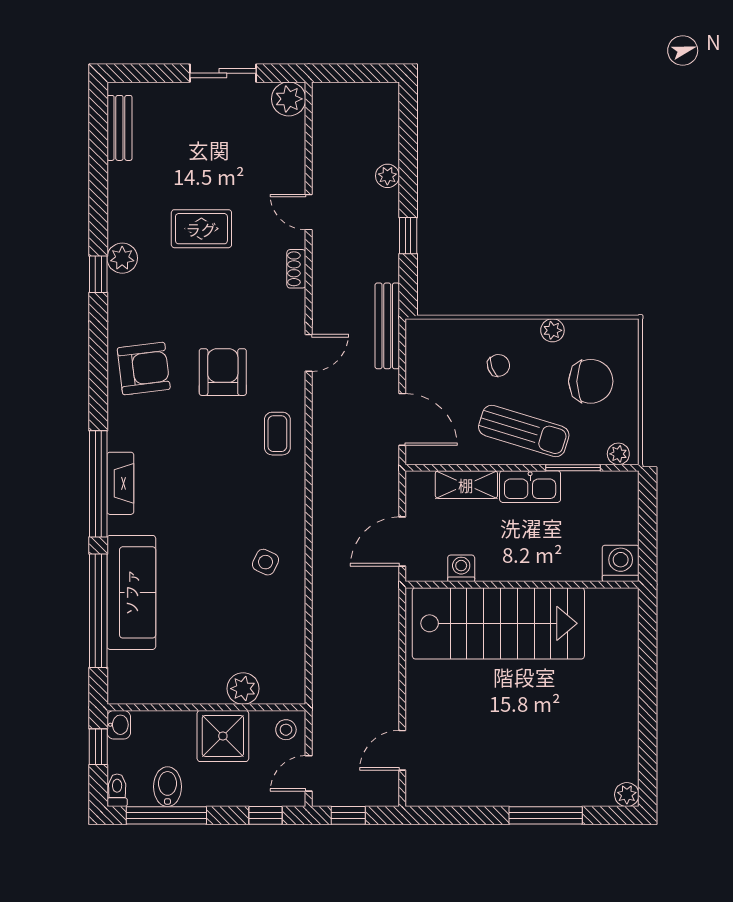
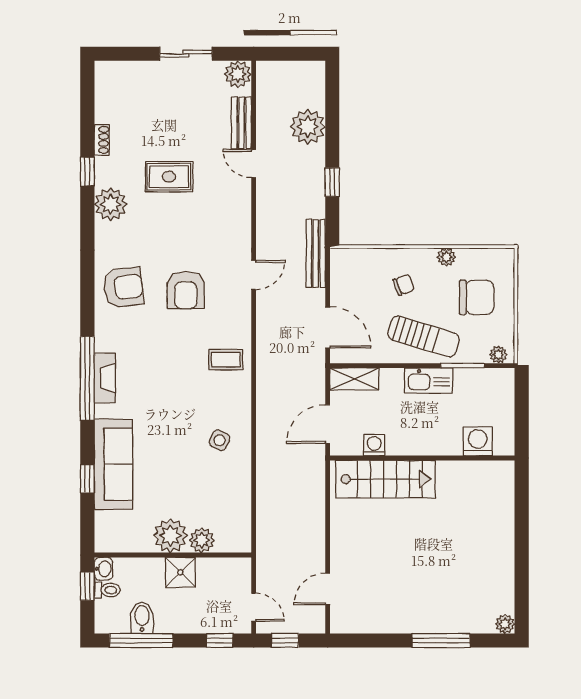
bench: (119, 128) -> (242, 123), moved
plant: (387, 176) -> (308, 127), width x1.88, depth x1.88
plant: (122, 258) -> (111, 204), width x1.36, depth x1.36
shoe rack: (296, 269) -> (102, 140), moved, turned 180
window: (98, 274) -> (87, 172), moved
armchair: (223, 372) -> (186, 290), turned 180
coffee table: (277, 434) -> (226, 360), moved, turned 90
shelving: (466, 485) -> (354, 379), moved
washing machine: (621, 563) -> (478, 441), moved
window: (98, 611) -> (87, 479), width x0.32
stairs: (498, 623) -> (385, 479), width x0.73, depth x0.66
plant: (203, 683) -> (170, 536), added
stool: (286, 730) -> (236, 573), removed
shower: (223, 736) -> (180, 572), width x0.73, depth x0.73
door: (309, 773) -> (254, 607), swing flipped
toilet: (117, 790) -> (107, 590), moved, turned 90

